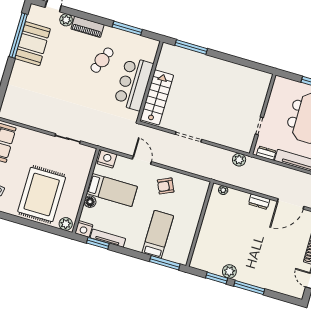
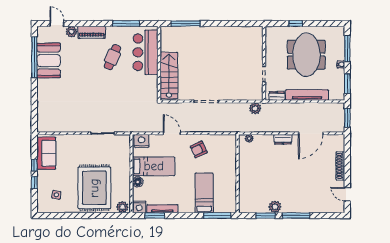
bar counter: (134, 84) -> (146, 52), moved

